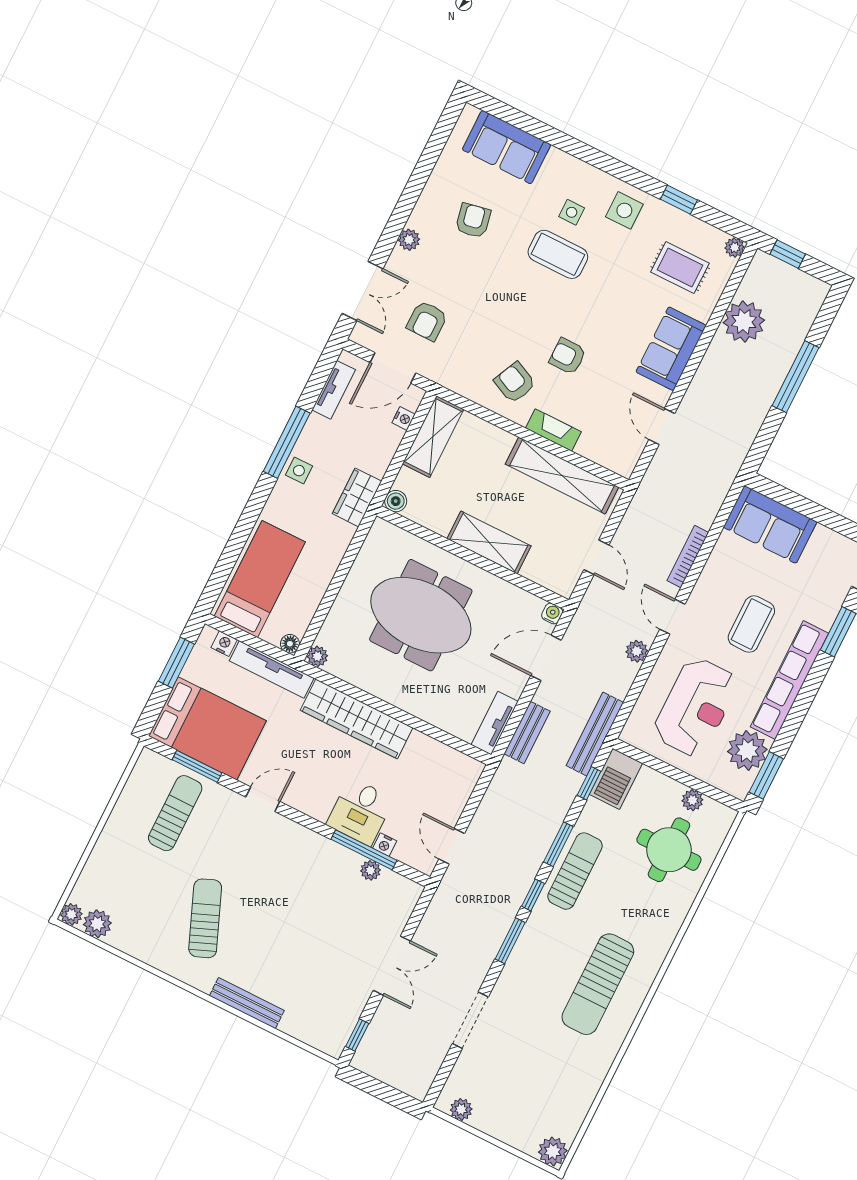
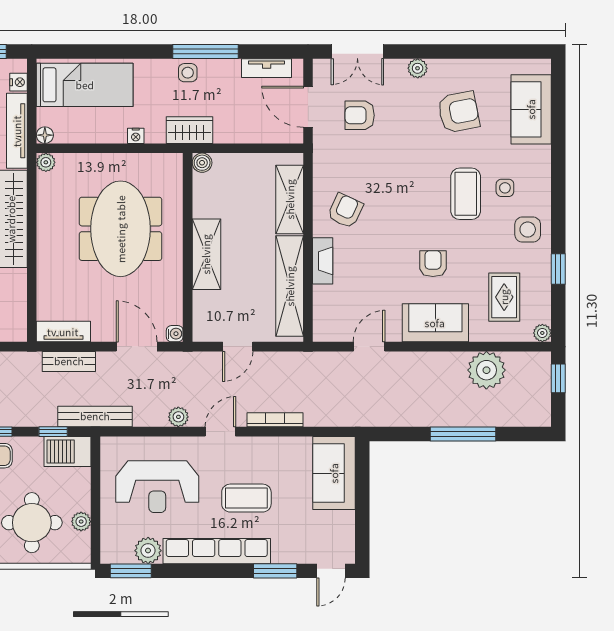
armchair: (473, 221) -> (459, 112), width x1.38, depth x1.38
armchair: (568, 356) -> (433, 264), moved
nightstand: (404, 418) -> (136, 136), moved
shelving: (433, 437) -> (290, 199), moved, turned 90
plant: (747, 750) -> (148, 551), width x0.73, depth x0.73

